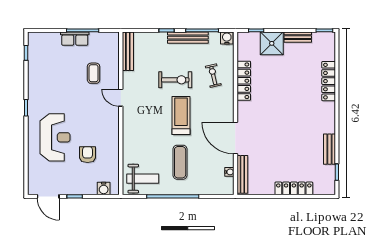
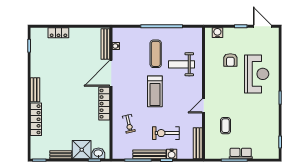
water cooler: (227, 38) -> (172, 154), moved
washbasin: (251, 39) -> (98, 153), added
exercise bike: (175, 80) -> (166, 133), moved
locker: (244, 81) -> (104, 104), moved
door: (121, 98) -> (204, 106), swing flipped
reception desk: (55, 137) -> (257, 74), turned 180
door: (235, 138) -> (111, 73), swing flipped
bench: (330, 149) -> (35, 90), moved
weight bench: (143, 179) -> (182, 64), moved
locker: (294, 188) -> (58, 33), width x0.66

